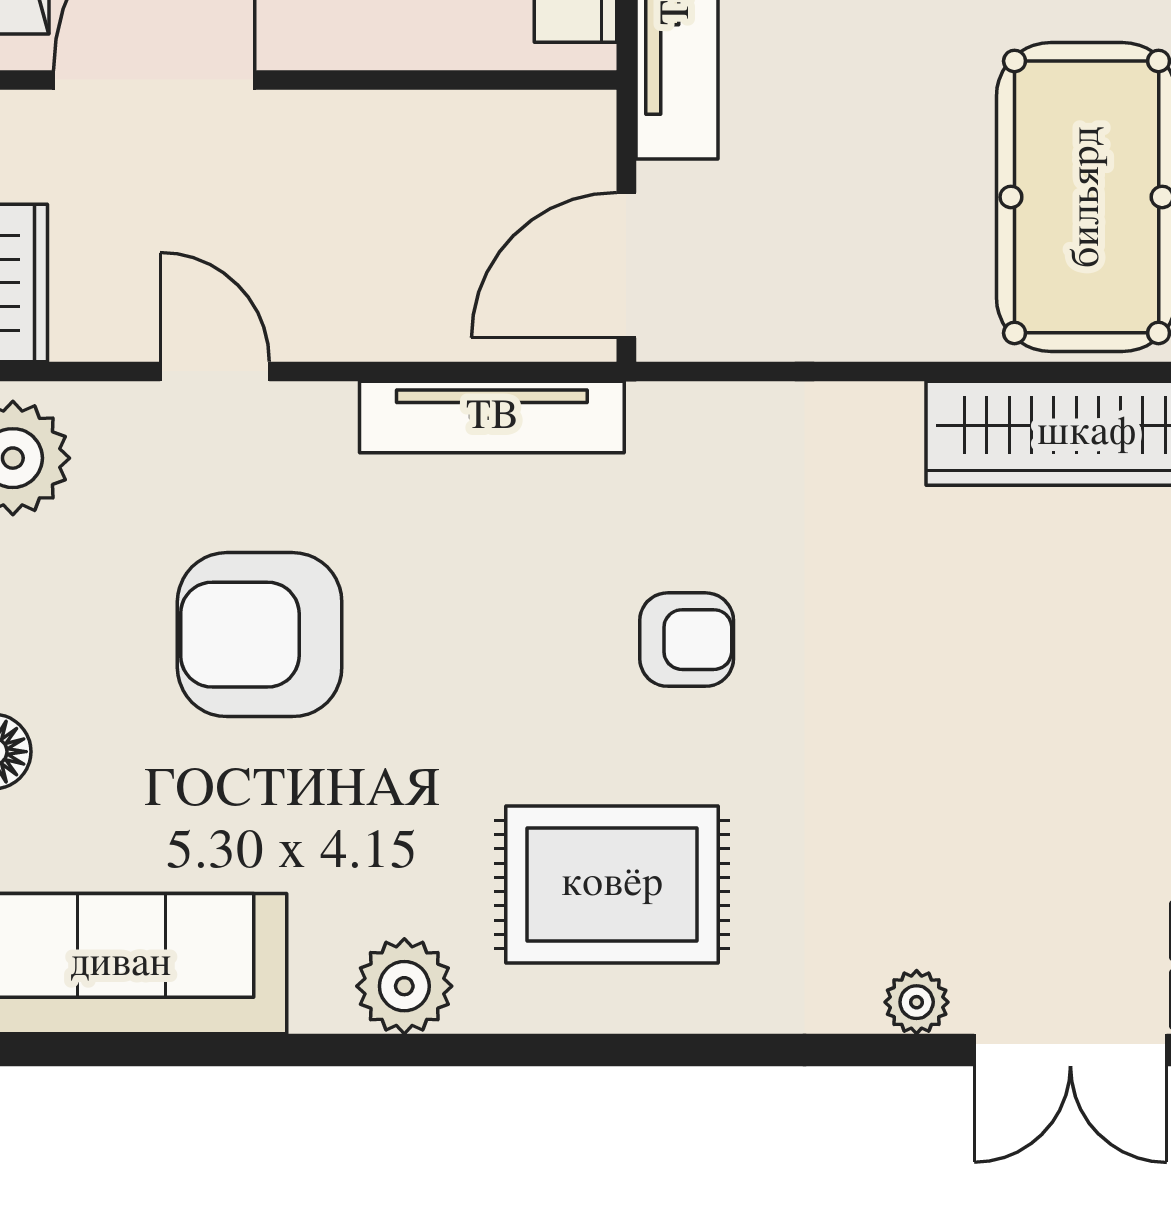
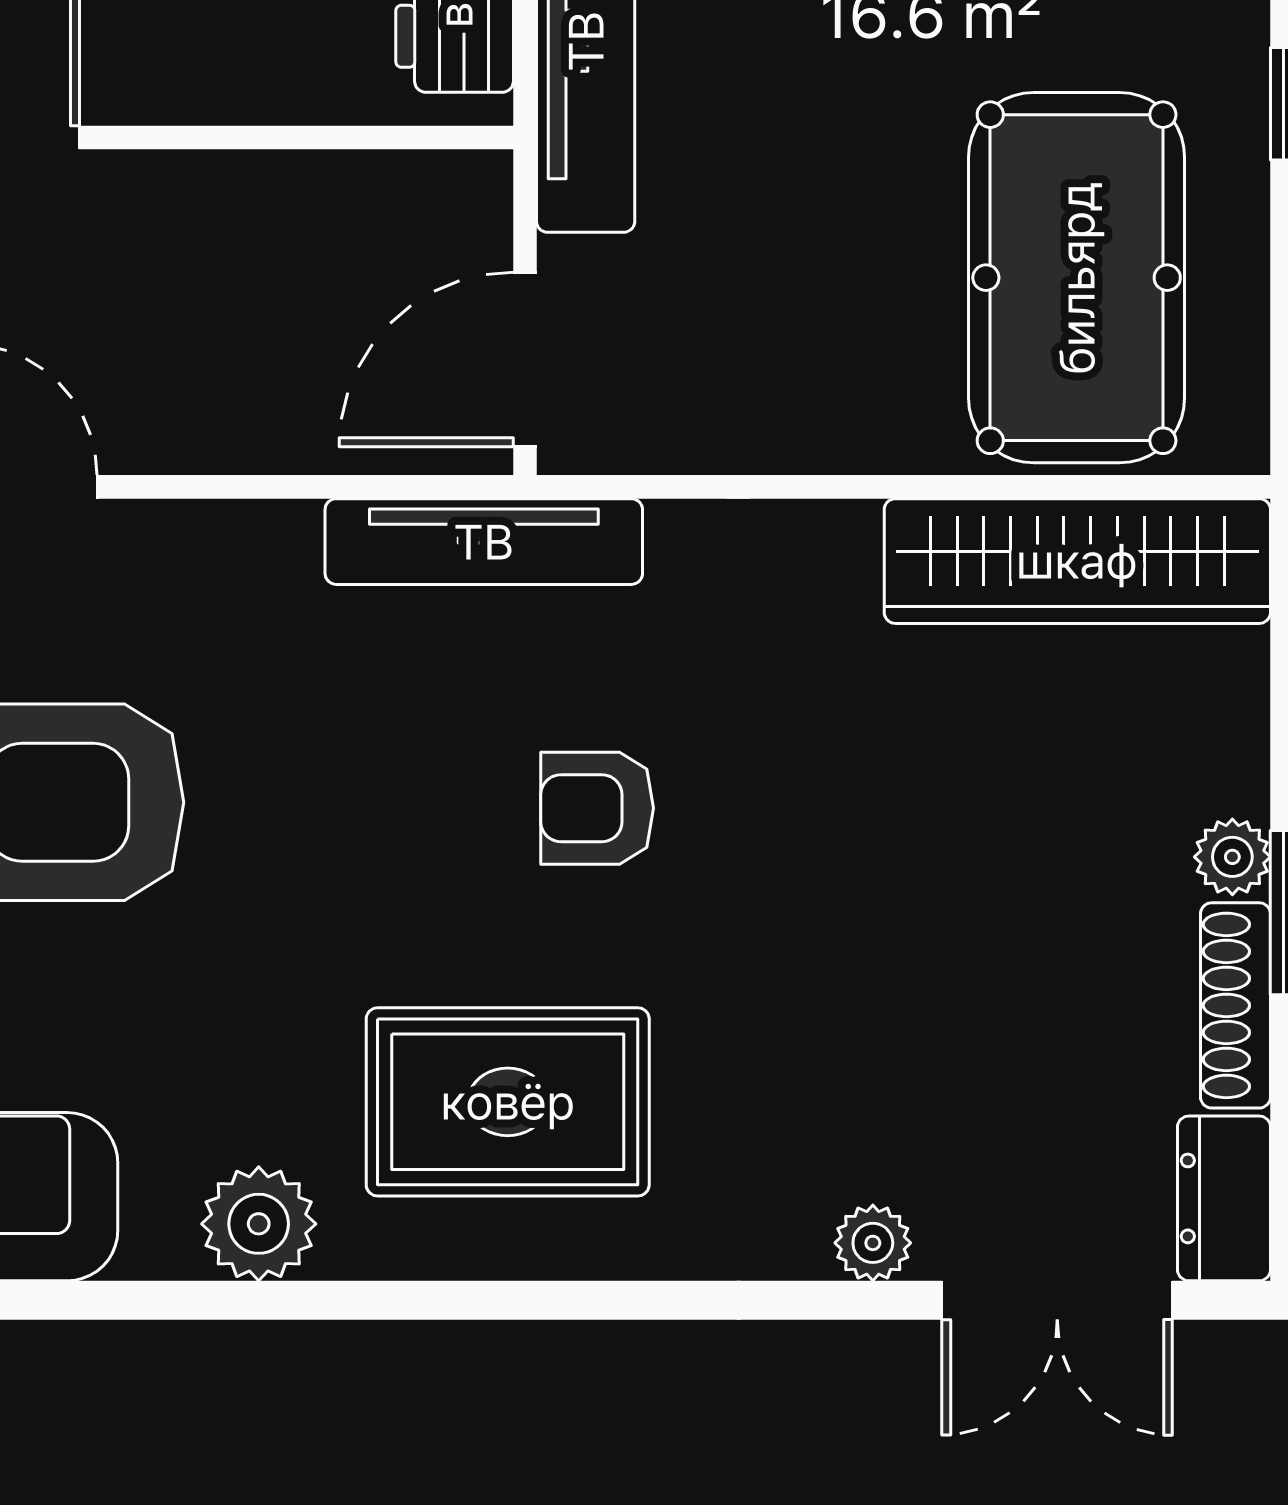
tv unit: (492, 417) -> (484, 542), moved
armchair: (687, 640) -> (597, 808), turned 180

